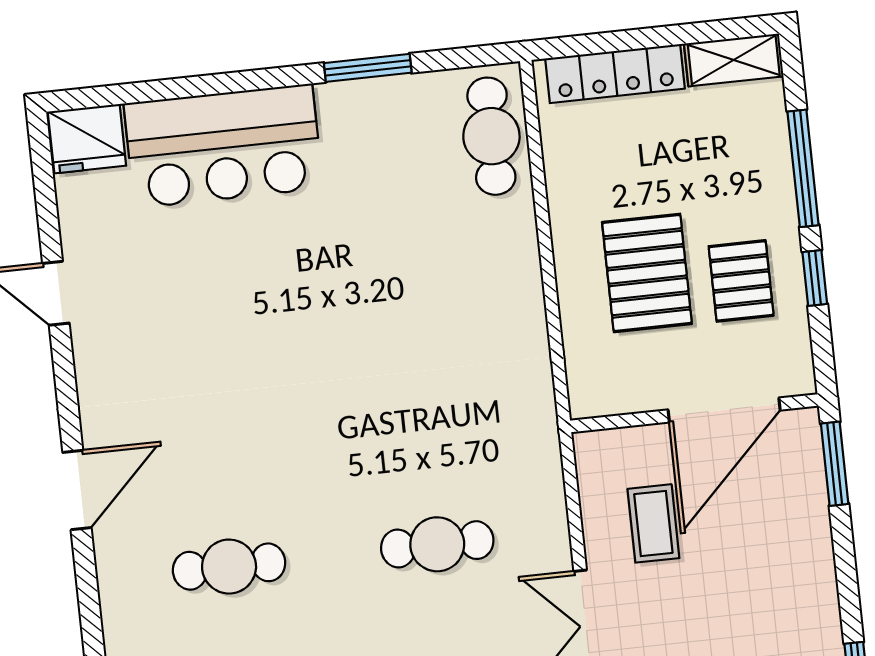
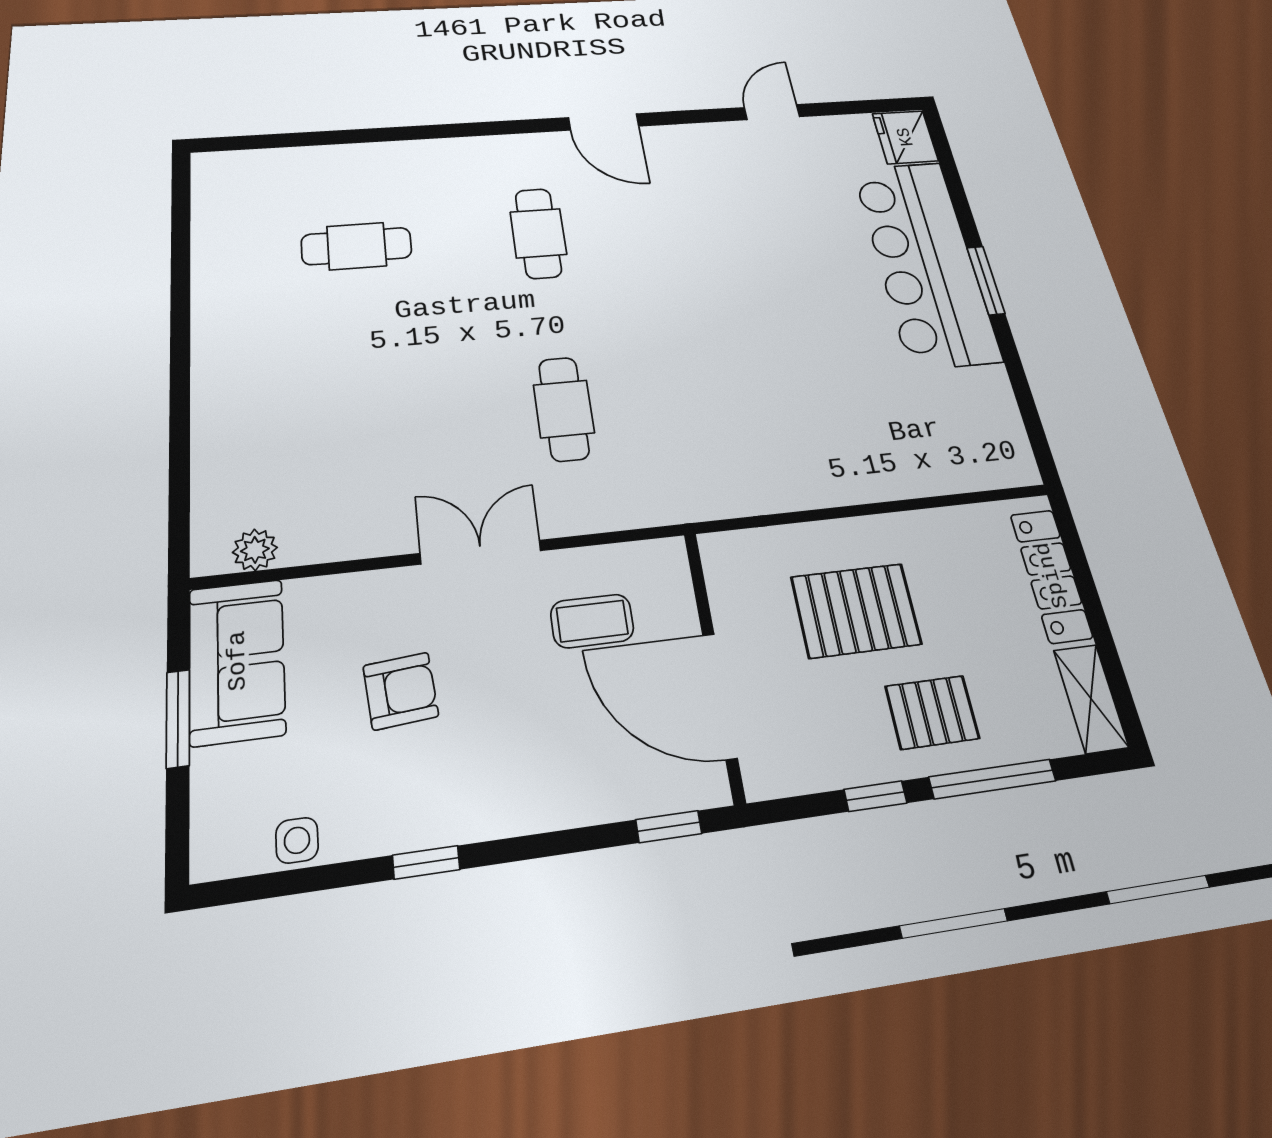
window: (368, 68) -> (986, 280), moved
cafe table: (491, 136) -> (967, 459), removed
bar counter: (223, 146) -> (925, 262), width x1.36
pallet: (741, 281) -> (932, 712), moved
window: (835, 464) -> (669, 827), width x0.67

